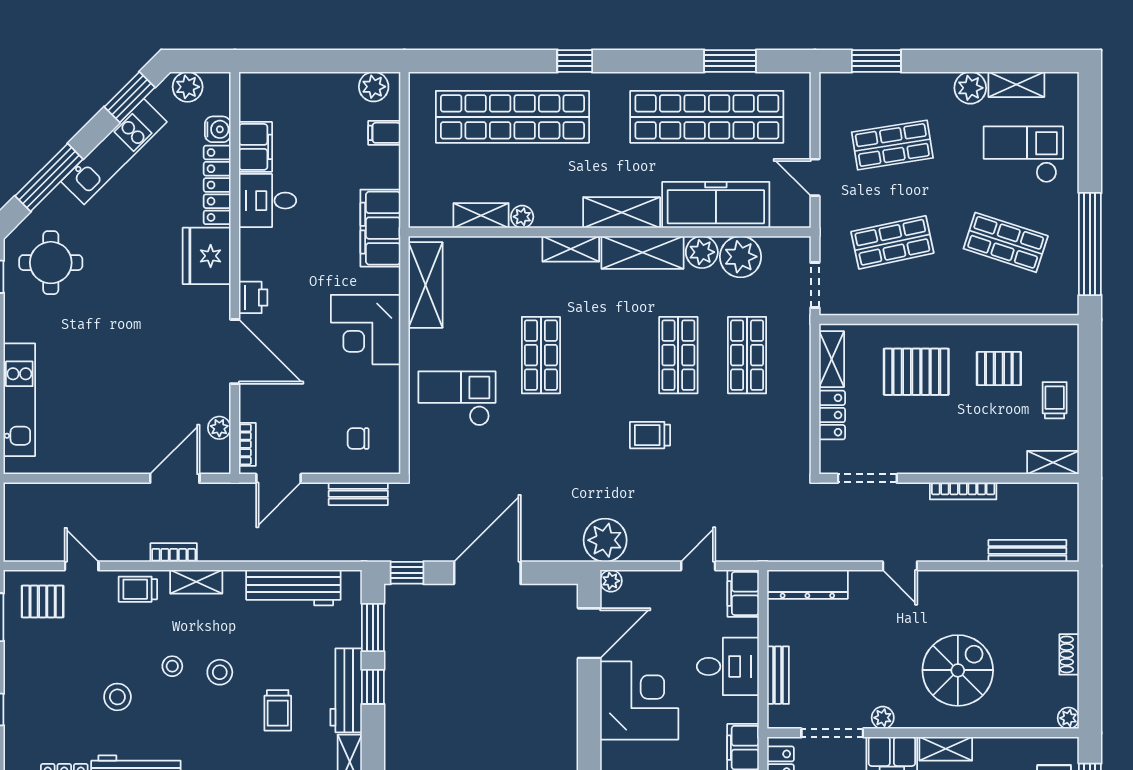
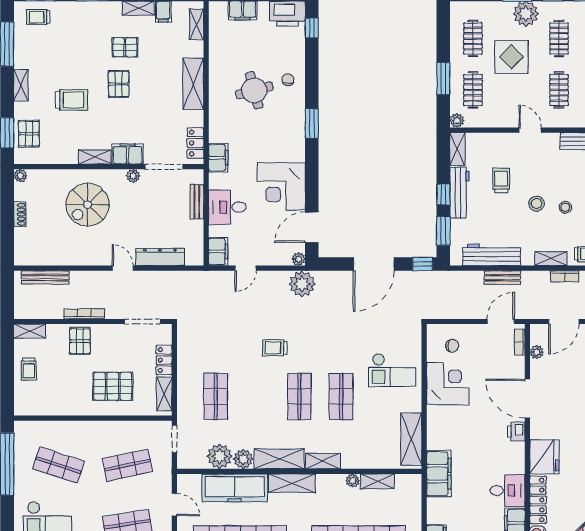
corner desk: (366, 330) -> (448, 384), moved
shop shelf: (678, 355) -> (299, 396), moved
pallet: (999, 369) -> (80, 341), moved, turned 90
trolley: (650, 435) -> (275, 348), turned 180
bench: (358, 494) -> (502, 278), moved
dresser: (807, 584) -> (160, 257), moved

